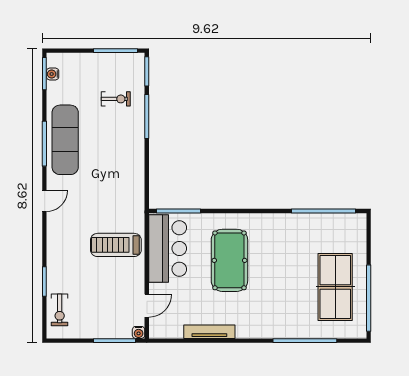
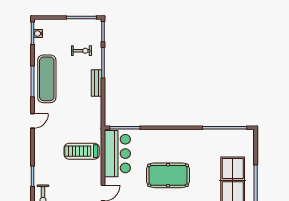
bench: (137, 146) -> (96, 83), added
pool table: (229, 260) -> (168, 175), moved, turned 90

